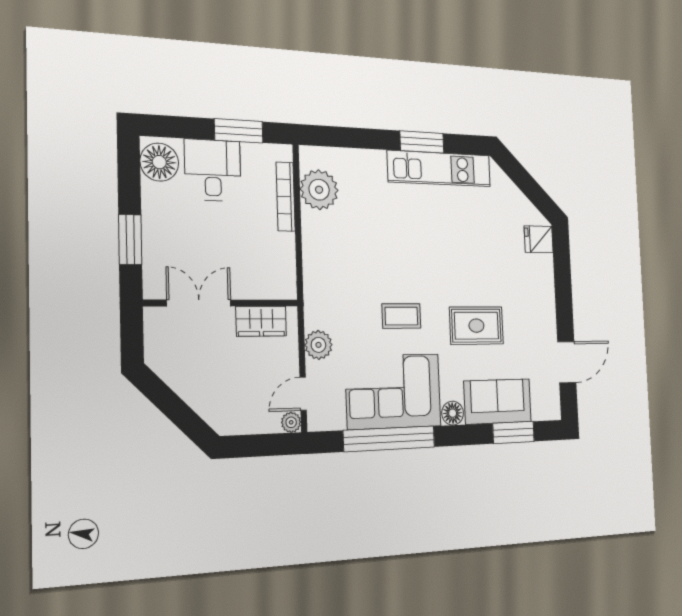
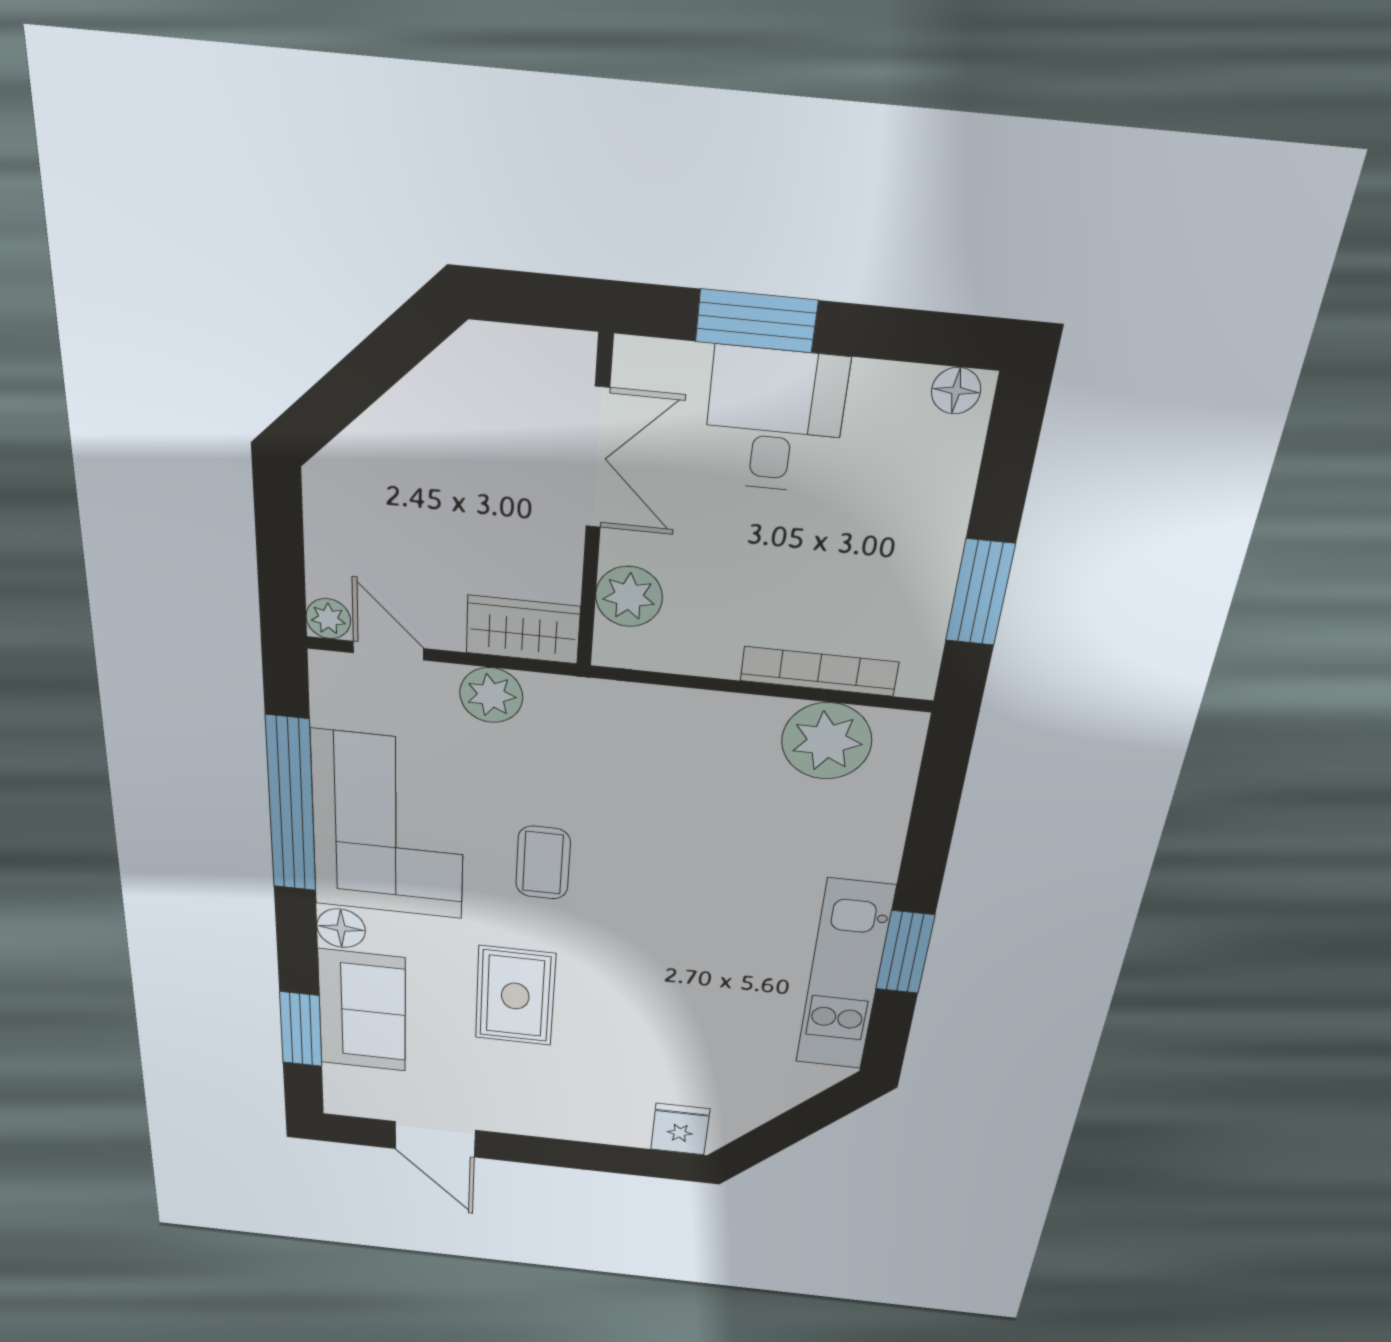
floor lamp: (159, 162) -> (956, 391), width x0.53, depth x0.53
desk: (213, 170) -> (774, 420), moved, turned -90
plant: (261, 285) -> (629, 597), added
wardrobe: (261, 321) -> (523, 630), moved, turned 90

